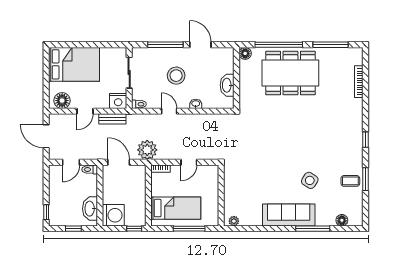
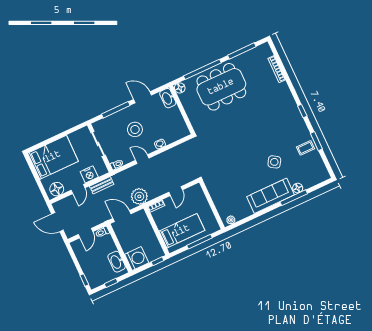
washbasin: (227, 85) -> (168, 98), moved
nightstand: (118, 101) -> (89, 174), moved
floor lamp: (342, 220) -> (298, 188), moved

